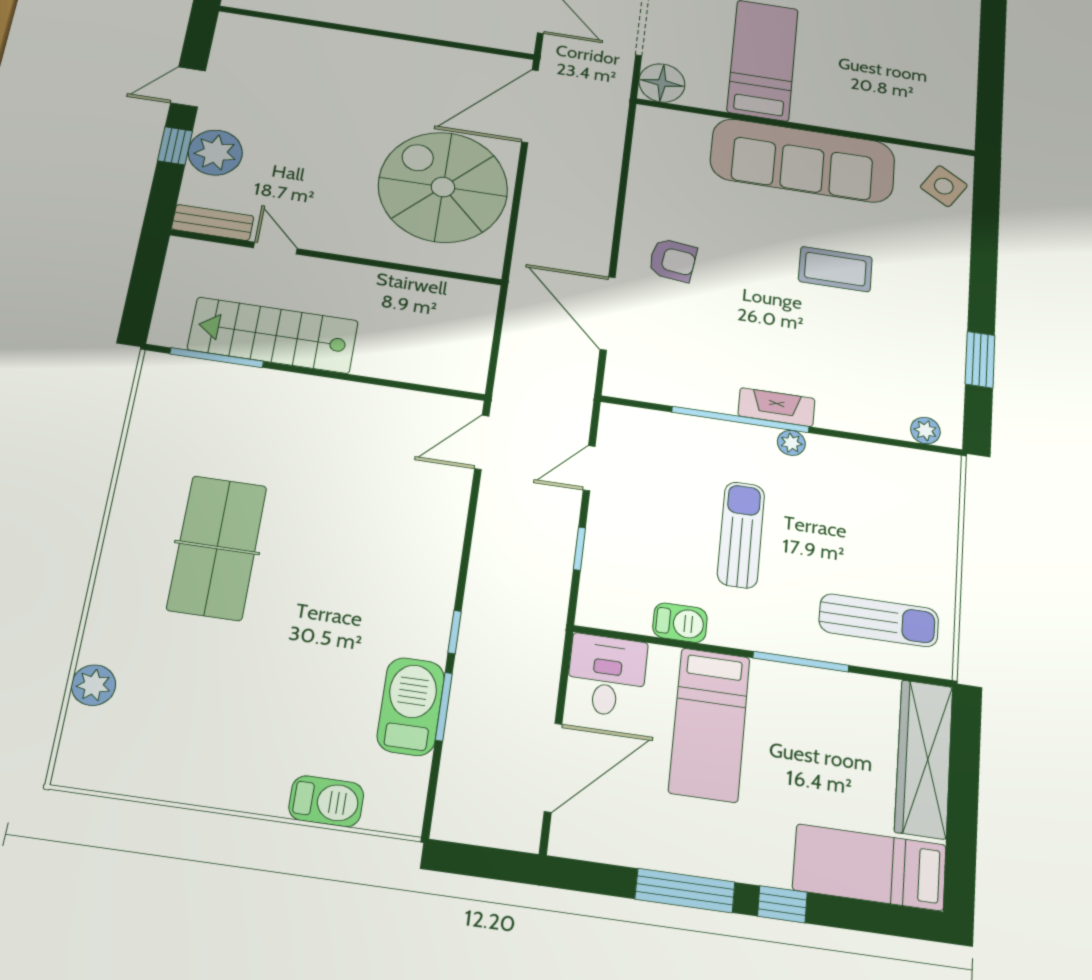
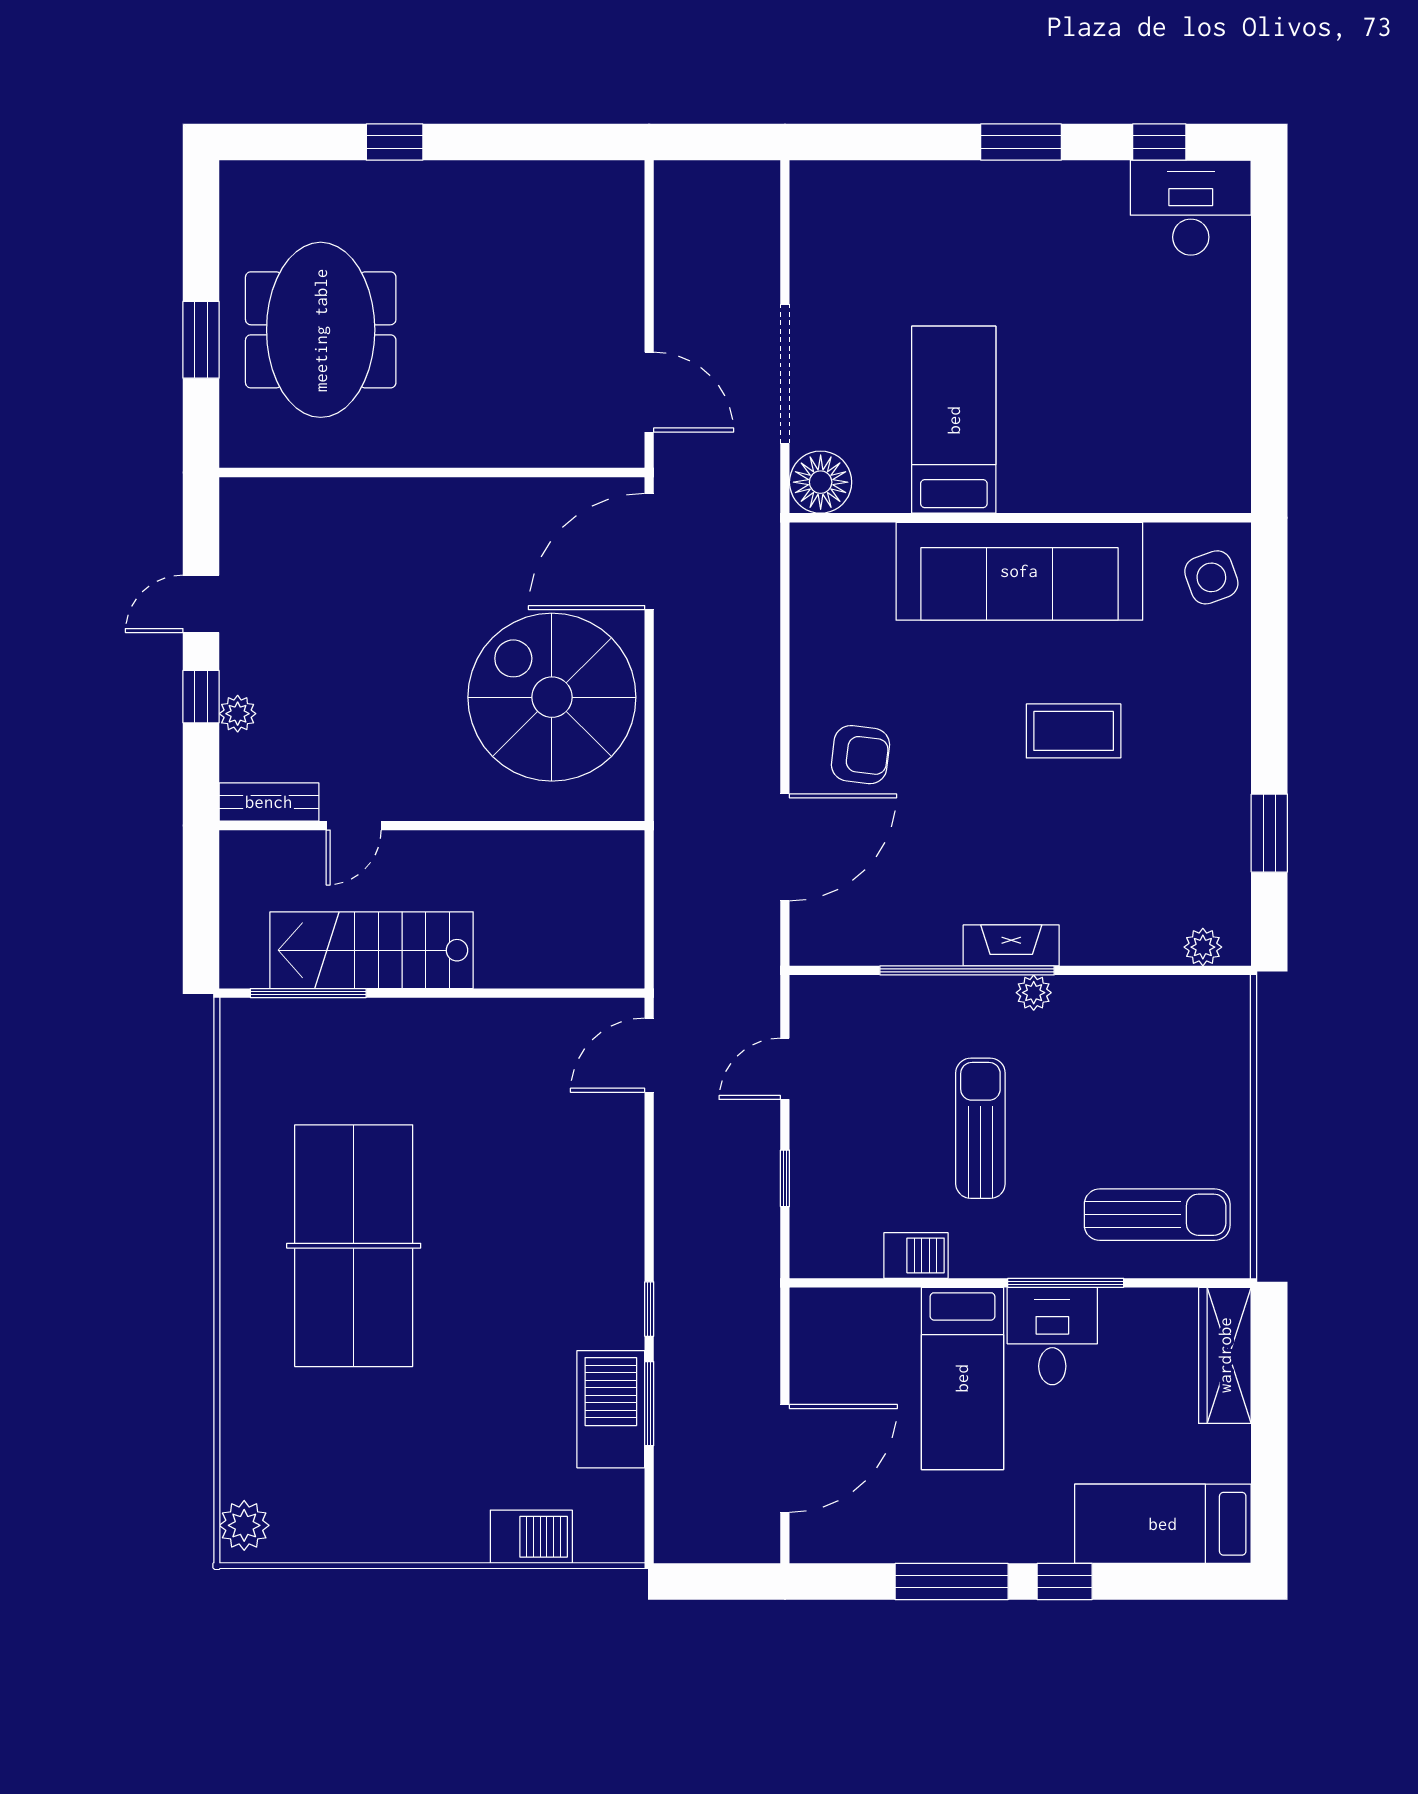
plant: (215, 153) -> (238, 714), width x0.53, depth x0.53
side table: (944, 186) -> (1211, 577), turned 38
door: (275, 248) -> (354, 826), swing flipped
door: (608, 313) -> (785, 847), swing flipped
table tennis table: (217, 548) -> (354, 1246), width x1.36, depth x1.32
desk: (607, 676) -> (1052, 1336), moved
plant: (93, 685) -> (244, 1525), moved
wardrobe: (924, 759) -> (1225, 1355), width x0.71, depth x0.85

